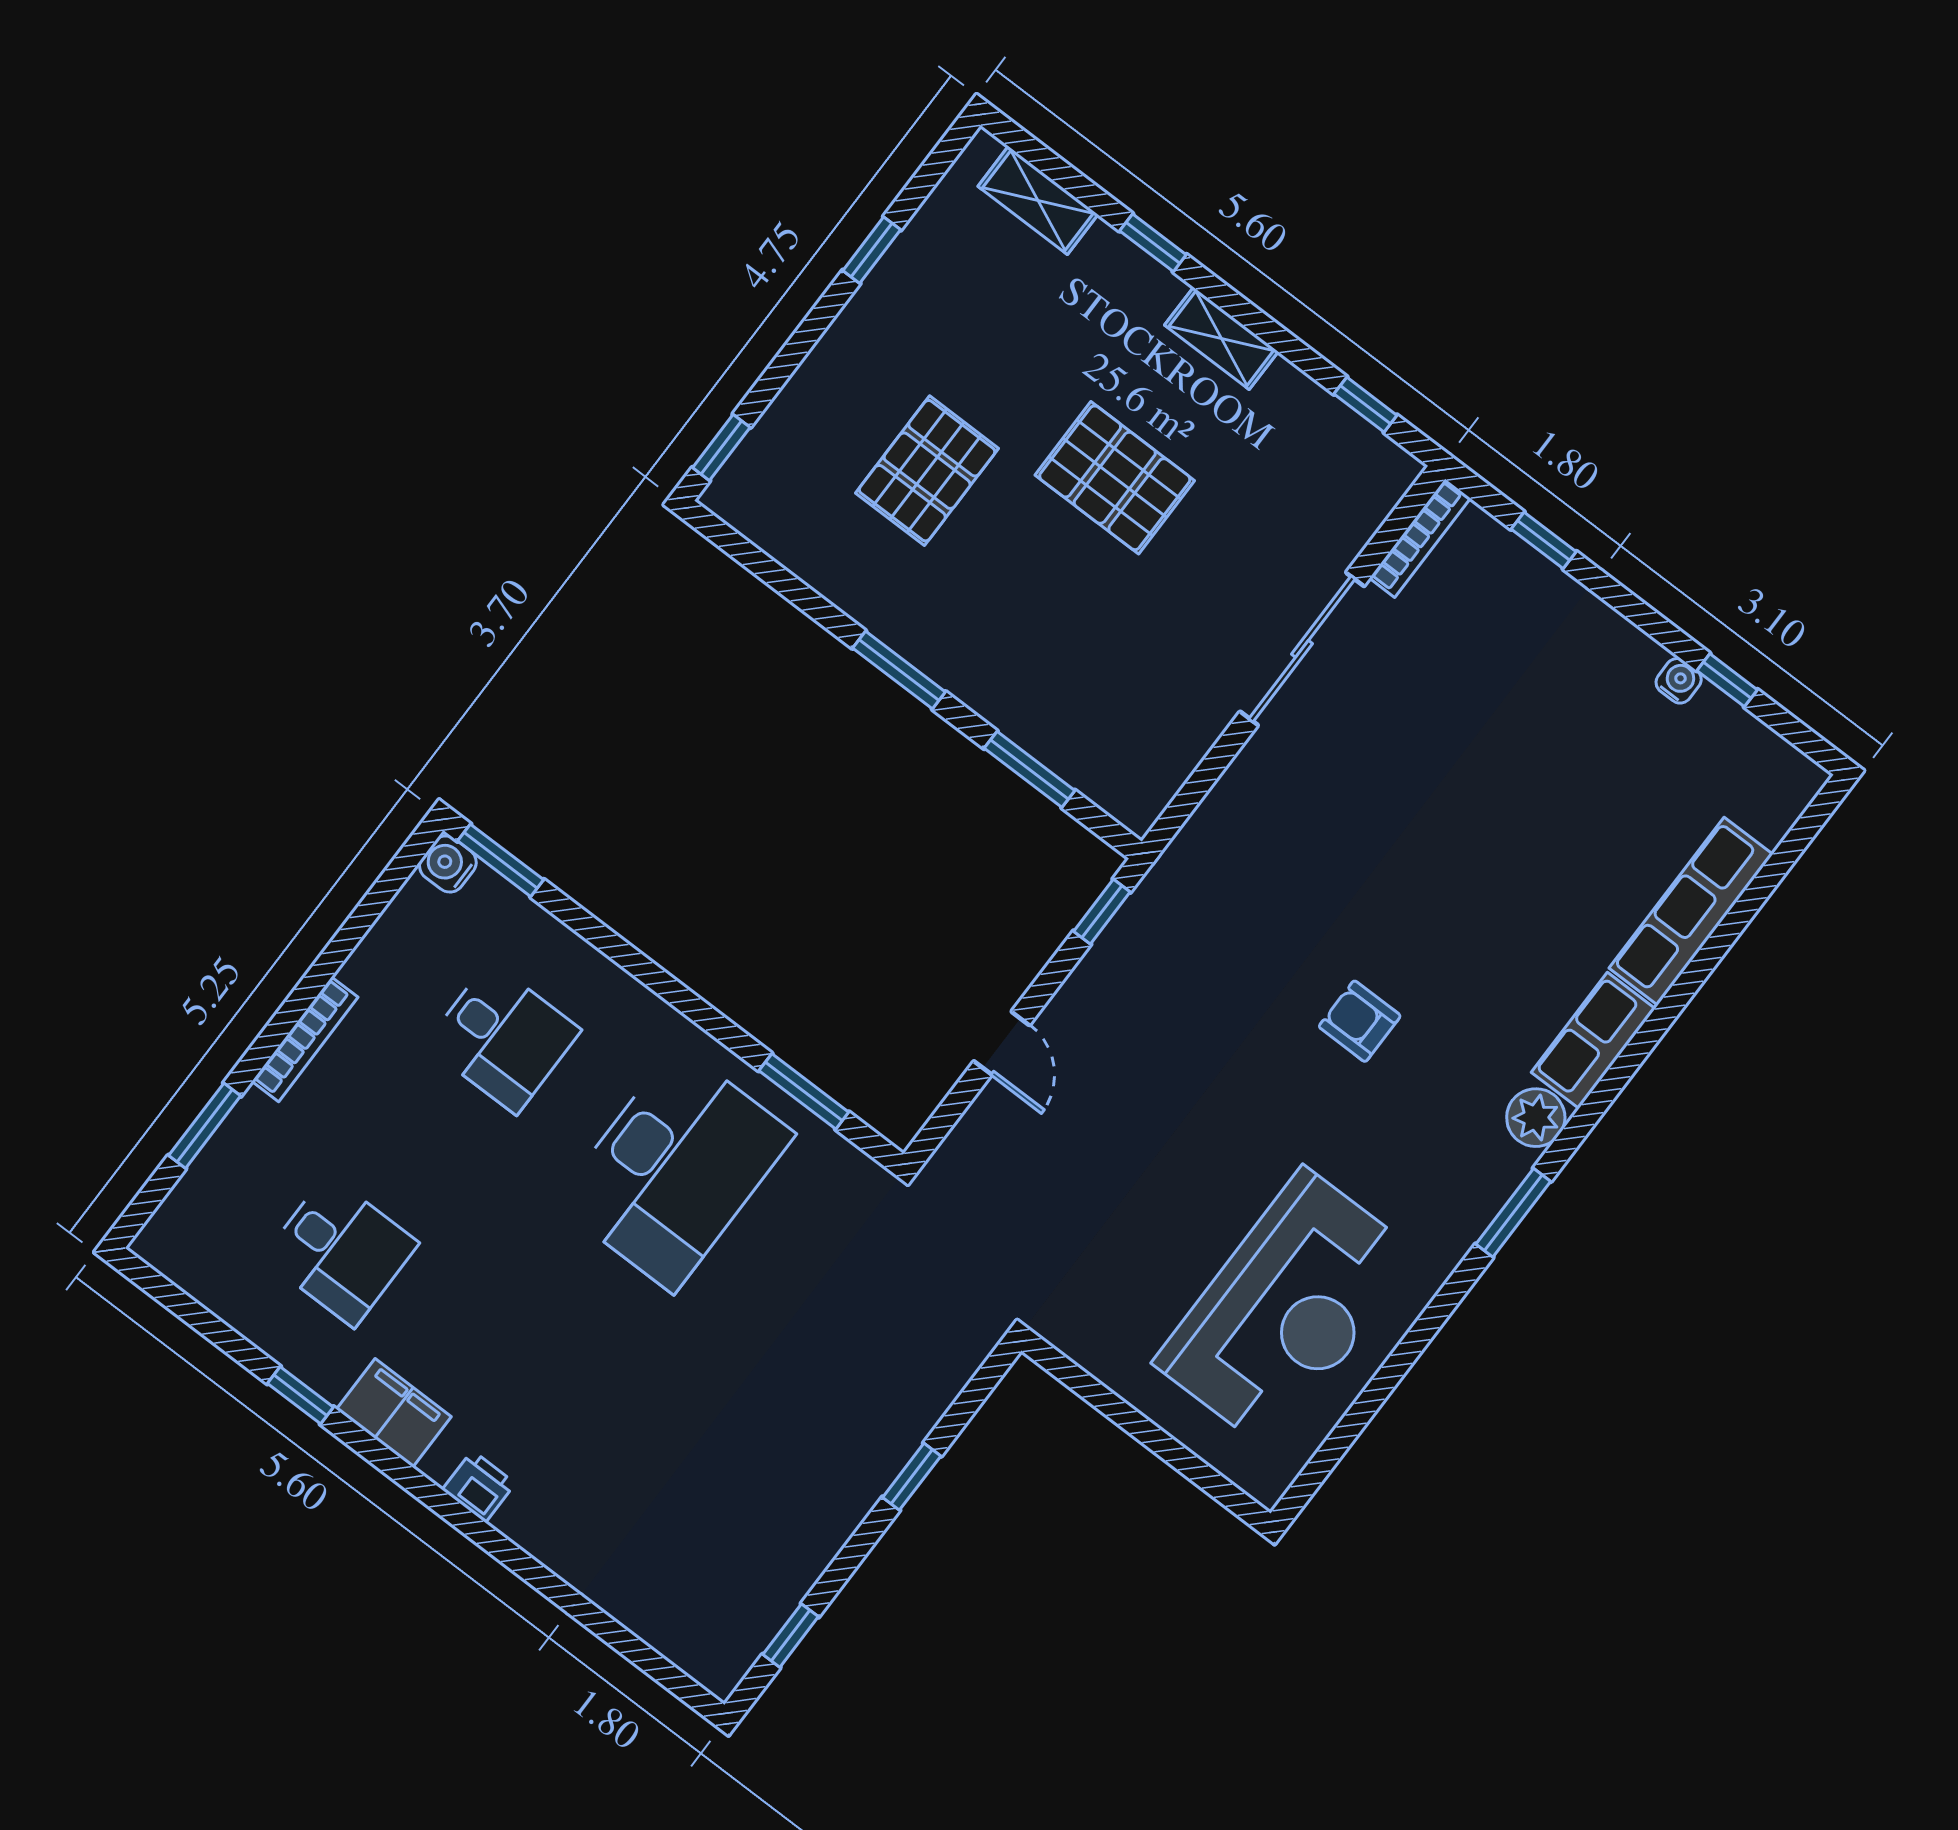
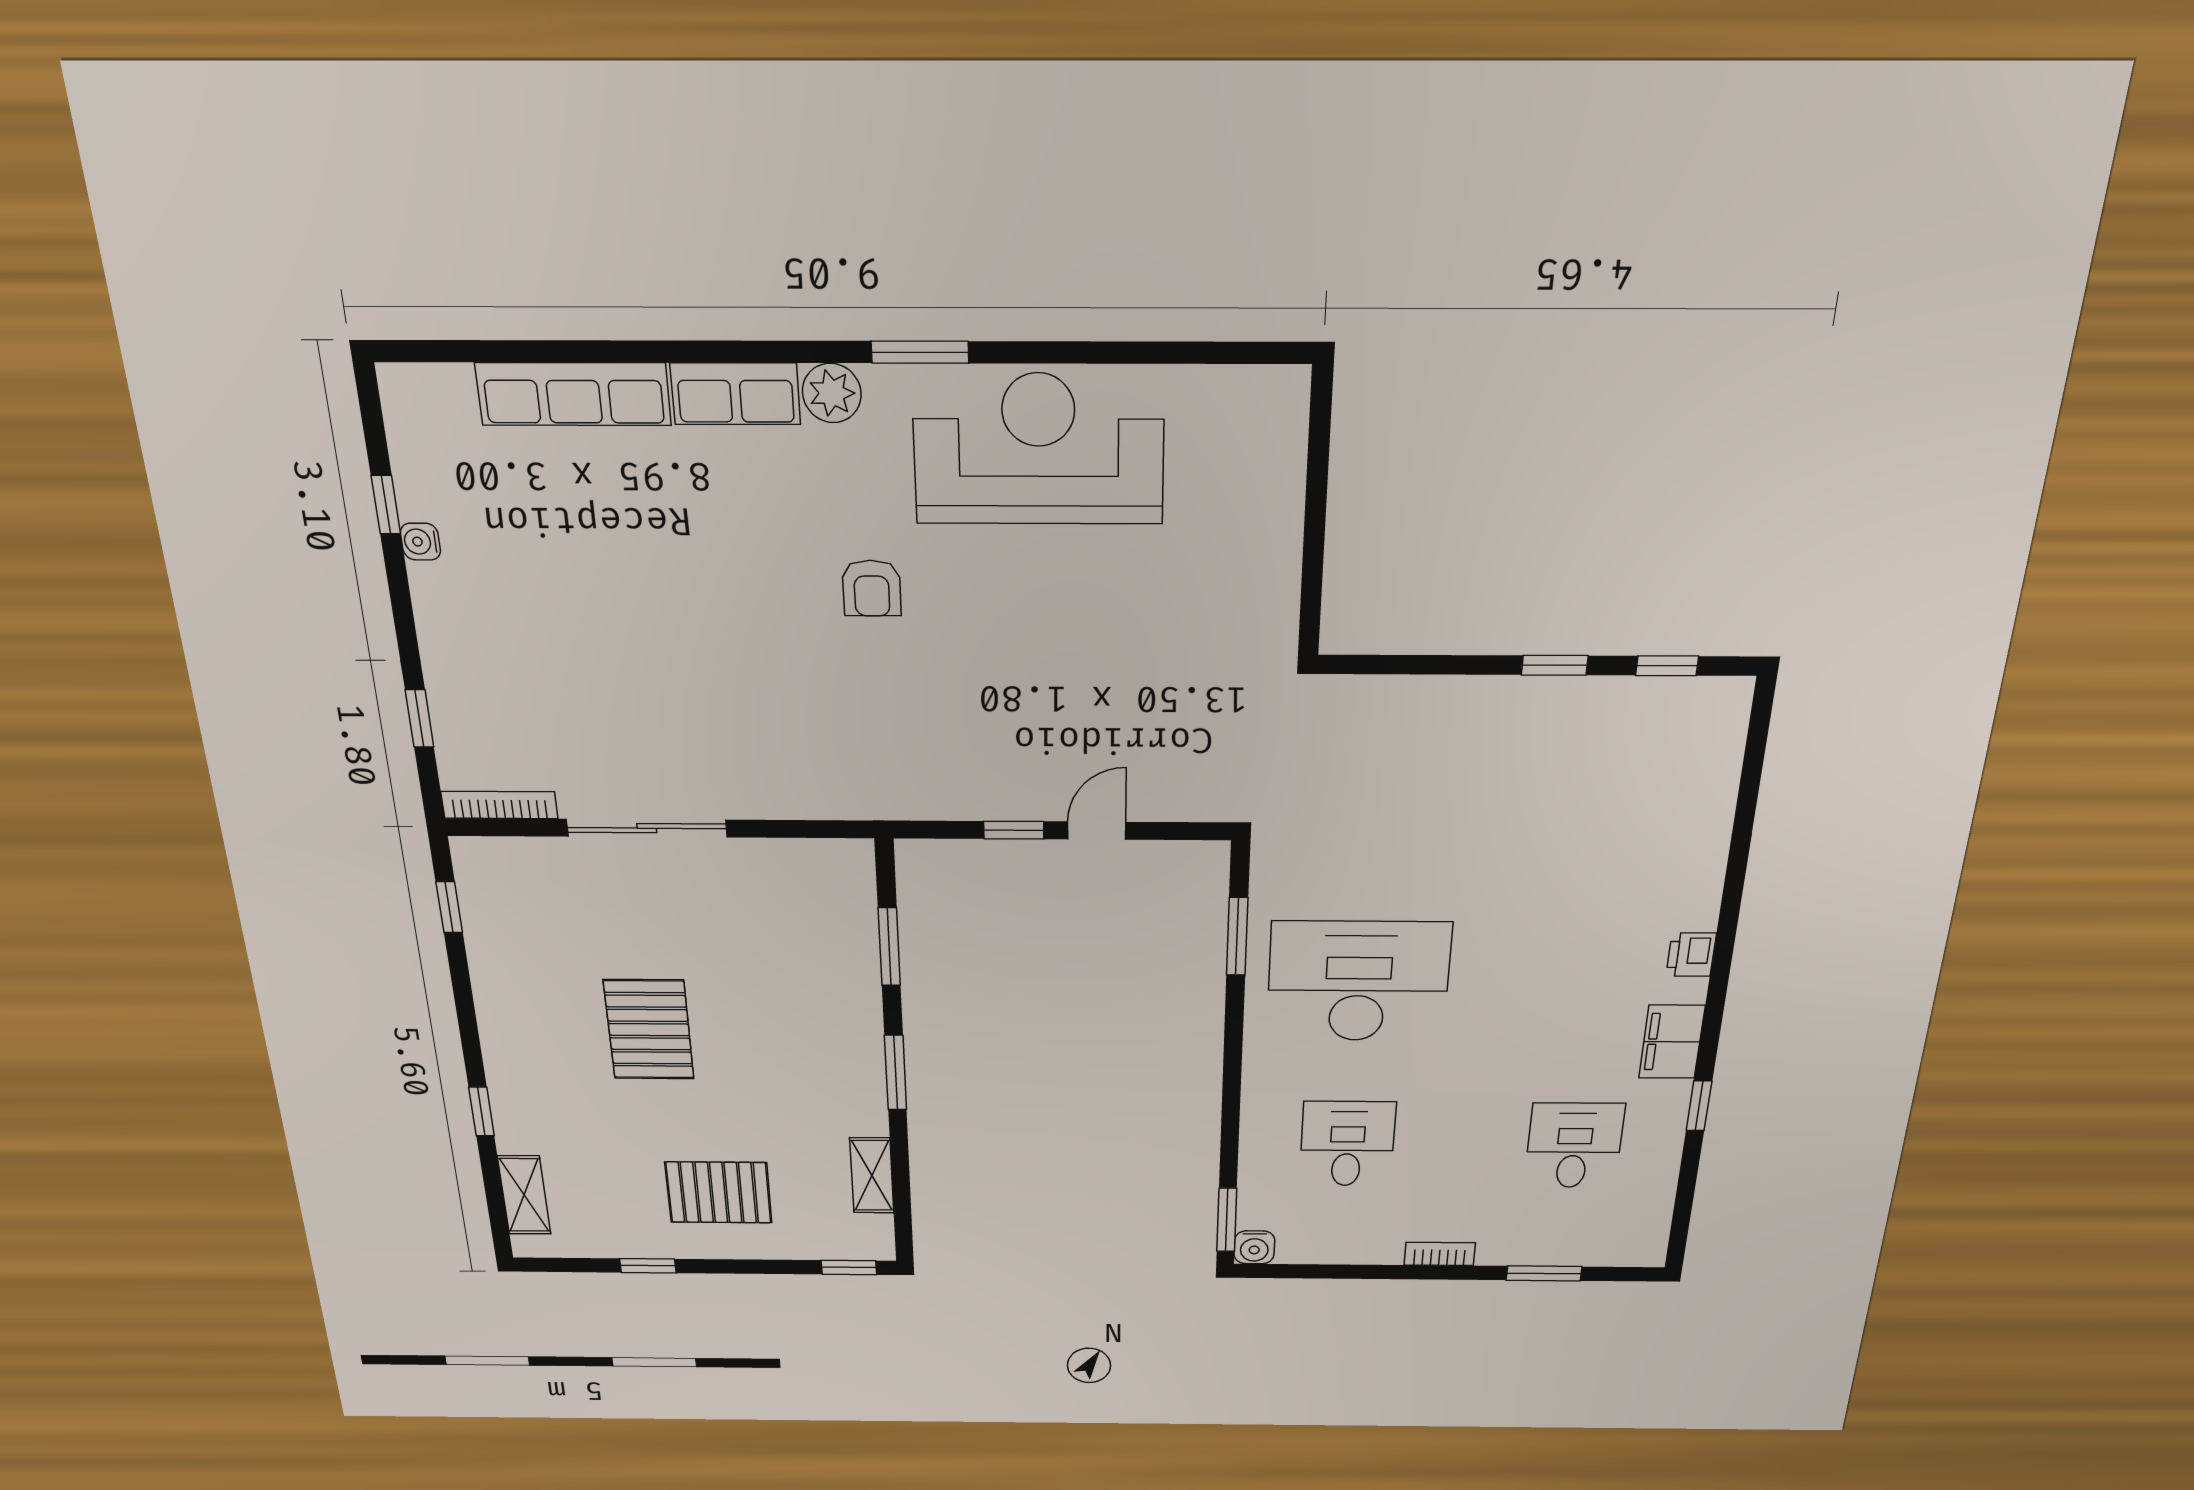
shelving: (1221, 338) -> (872, 1175), moved
pallet: (927, 471) -> (719, 1192), moved
window: (1102, 912) -> (1014, 830), moved
bookcase: (305, 1039) -> (1440, 1254), width x0.64
reception desk: (1287, 1309) -> (1039, 449), moved
window: (912, 1477) -> (1555, 665), moved

